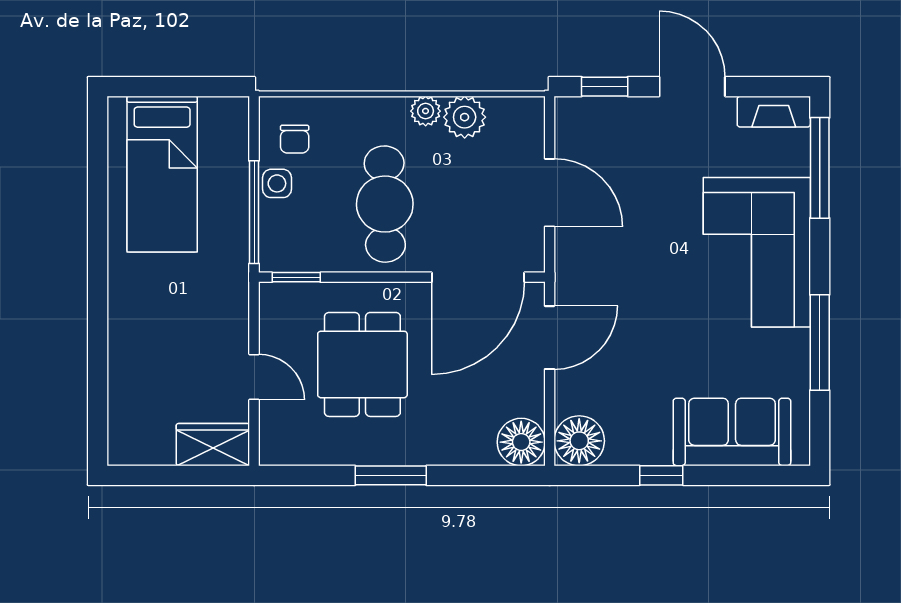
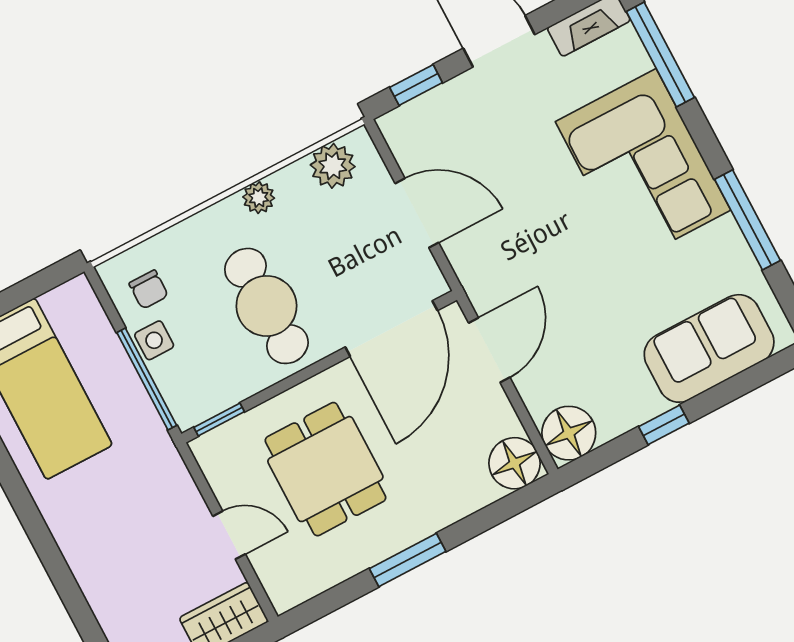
plant: (465, 117) -> (333, 166), moved

